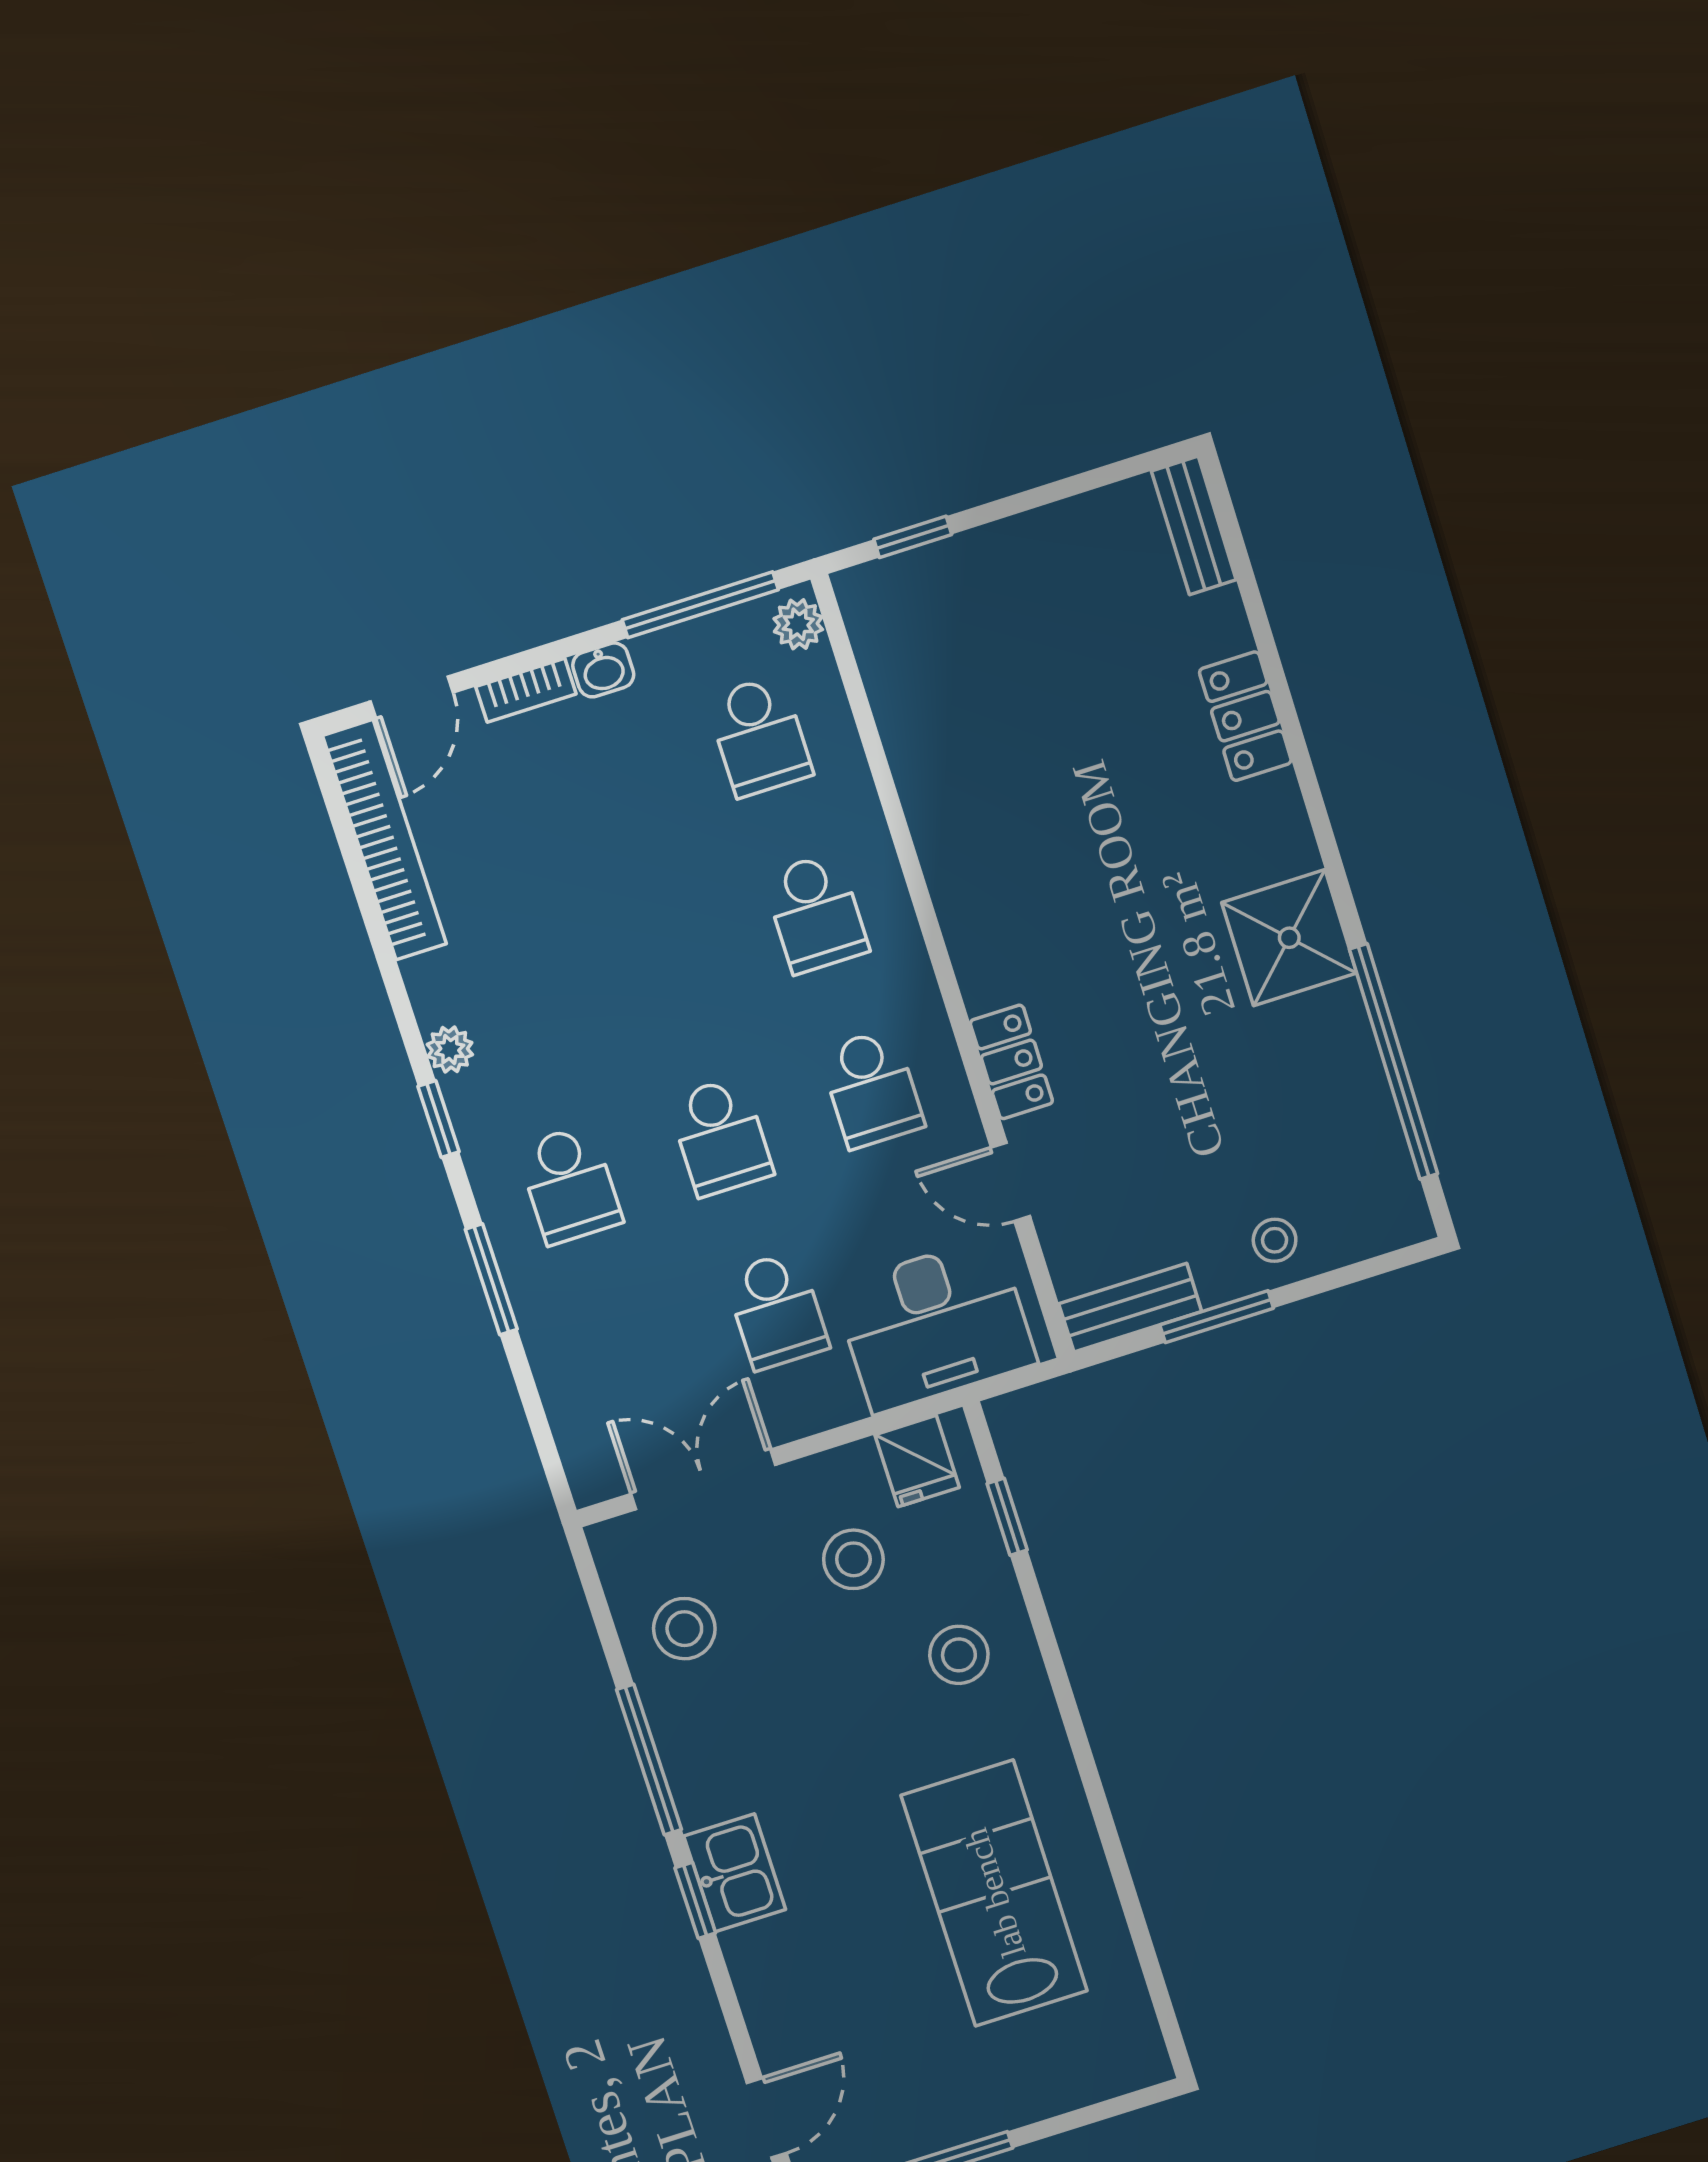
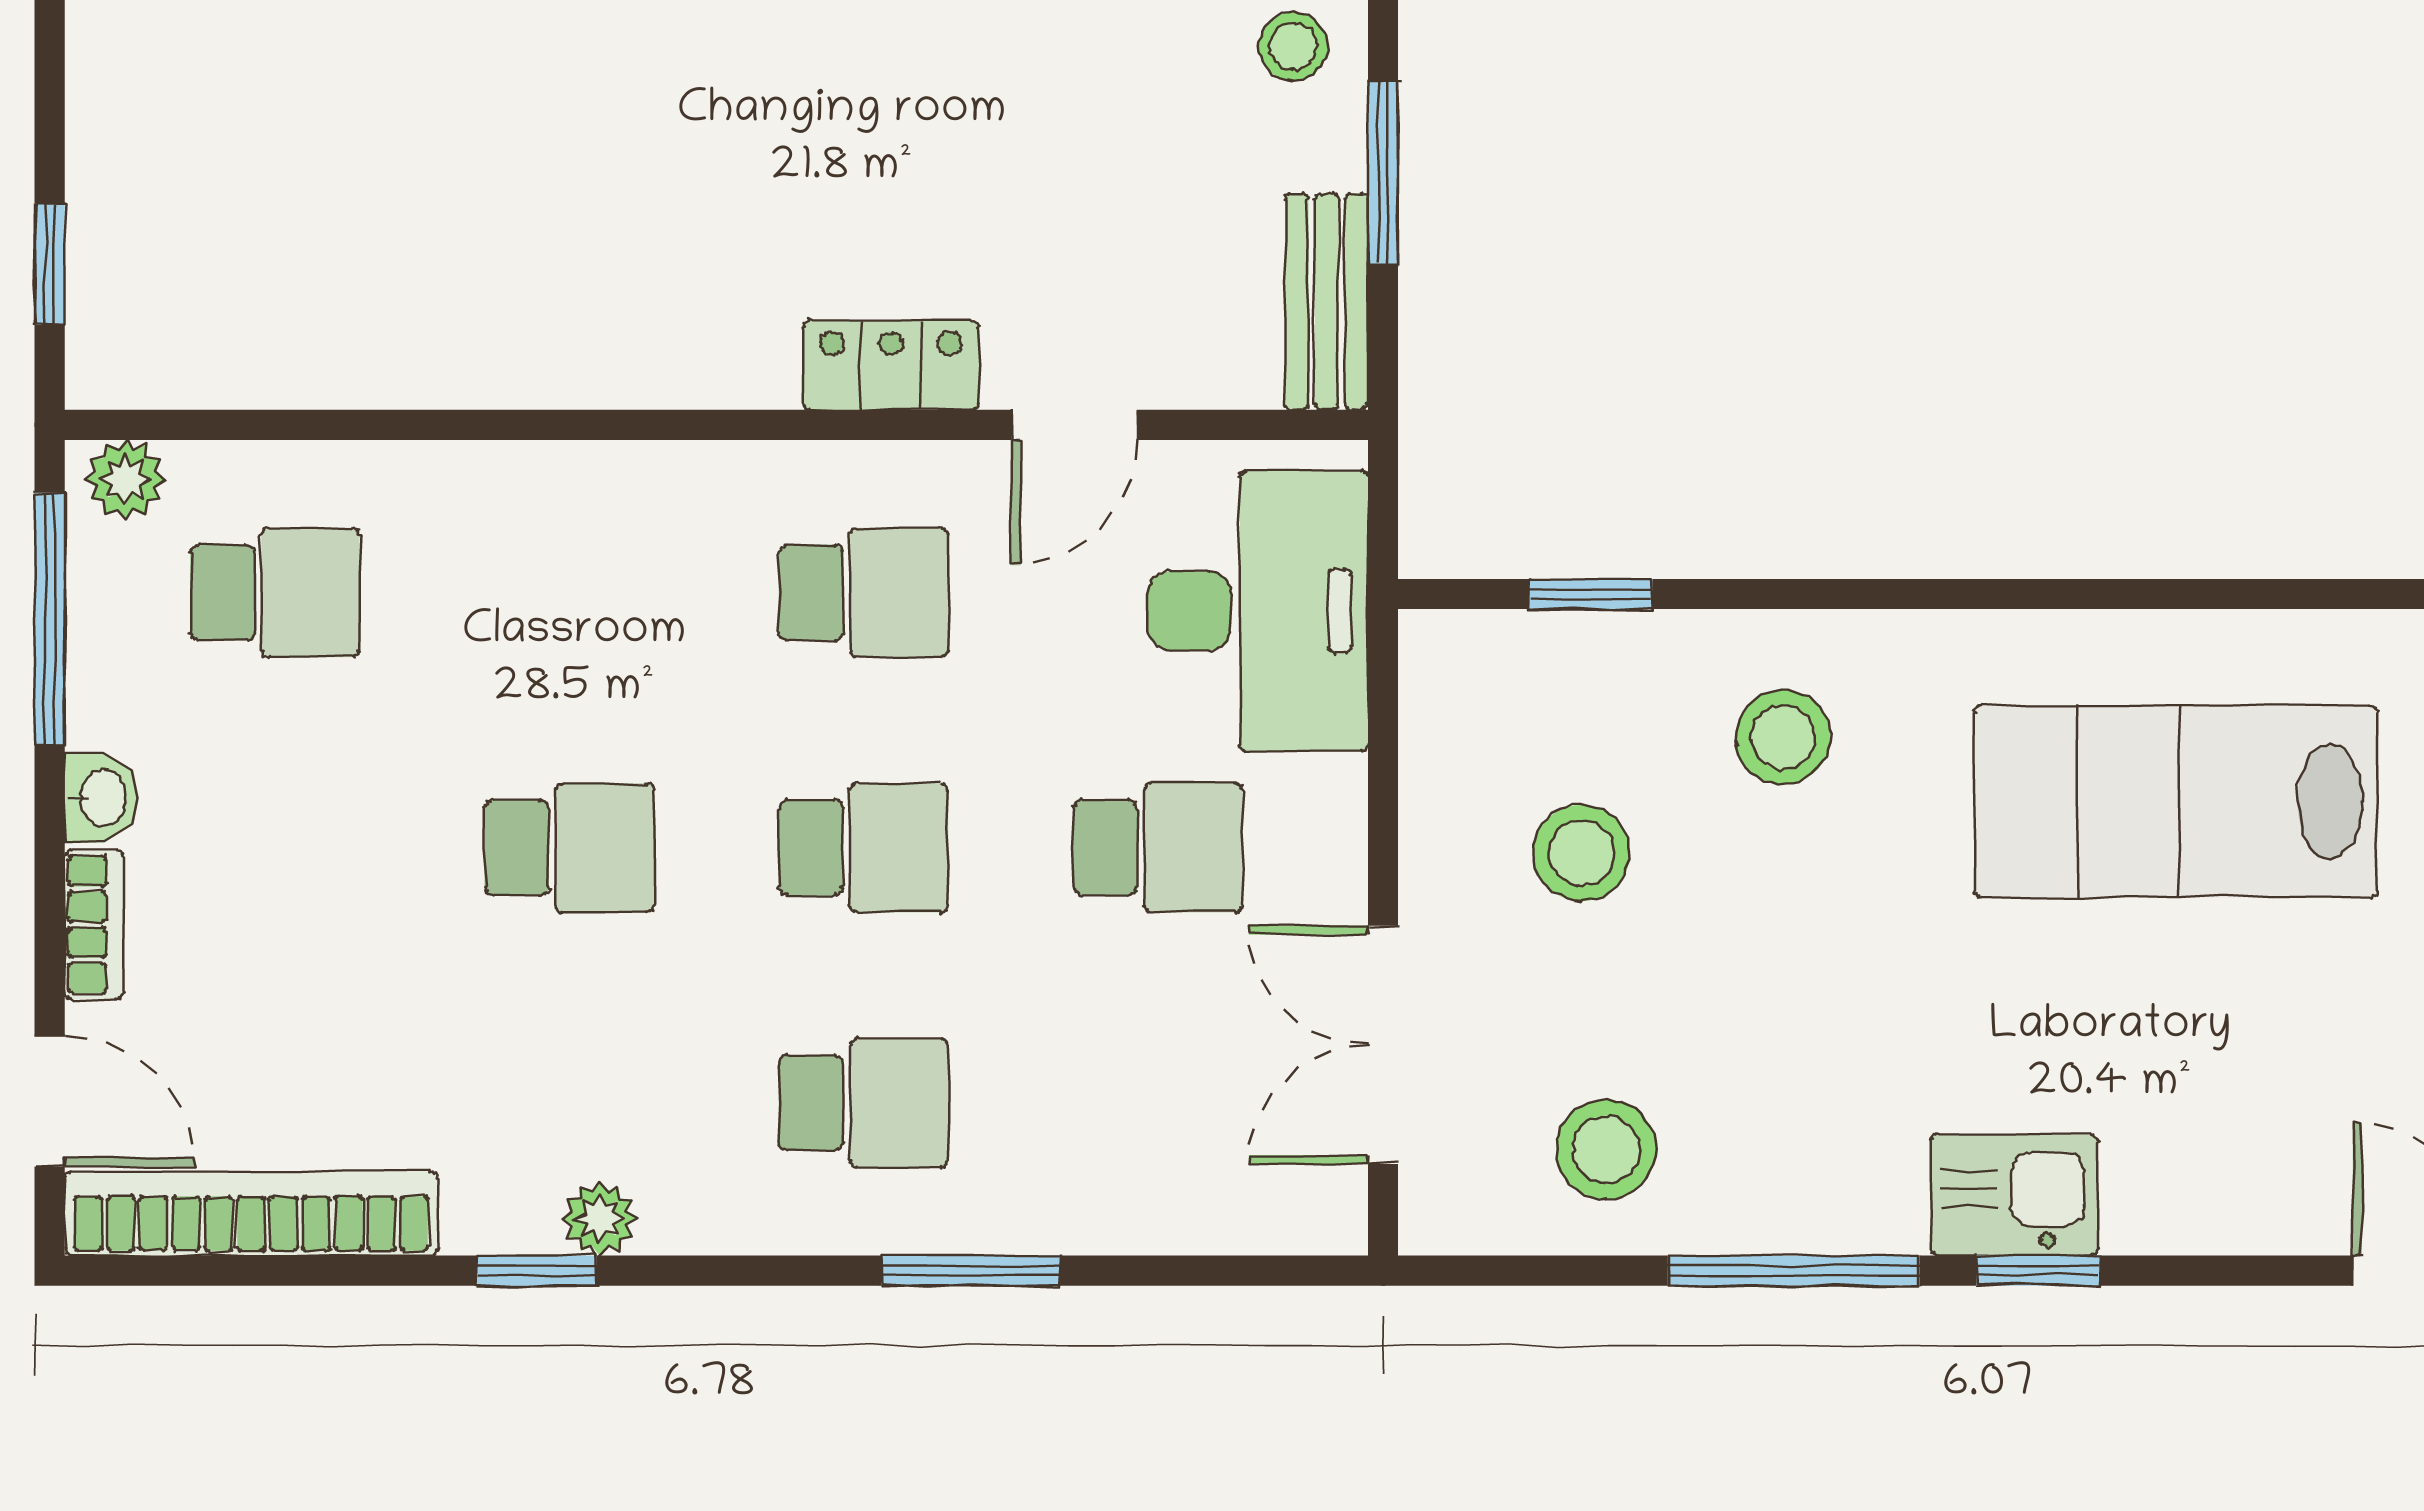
school desk: (816, 913) -> (569, 848), moved
window: (439, 1119) -> (536, 1271), moved
fridge: (917, 1461) -> (1460, 706), removed

